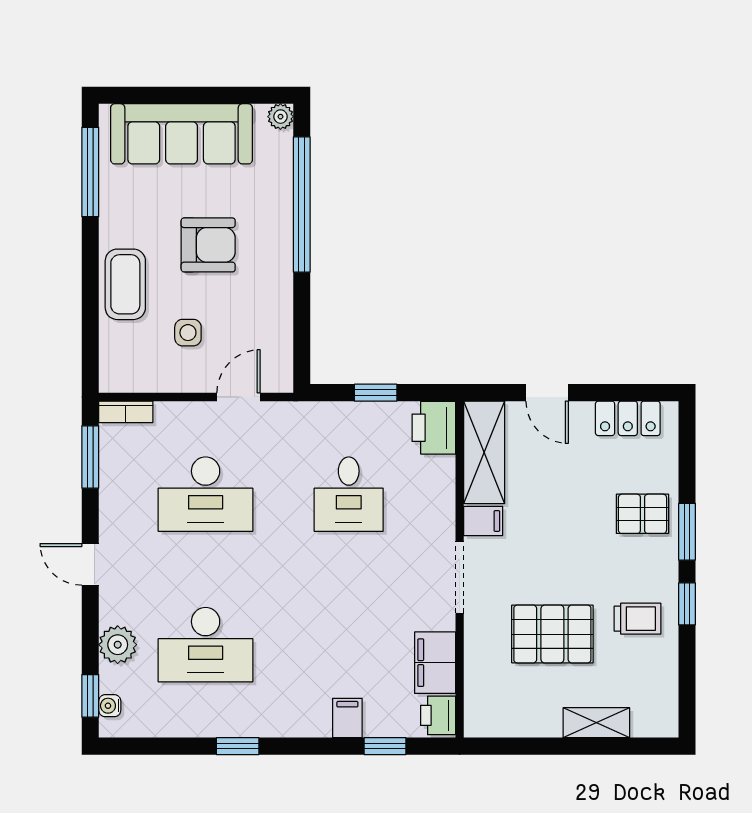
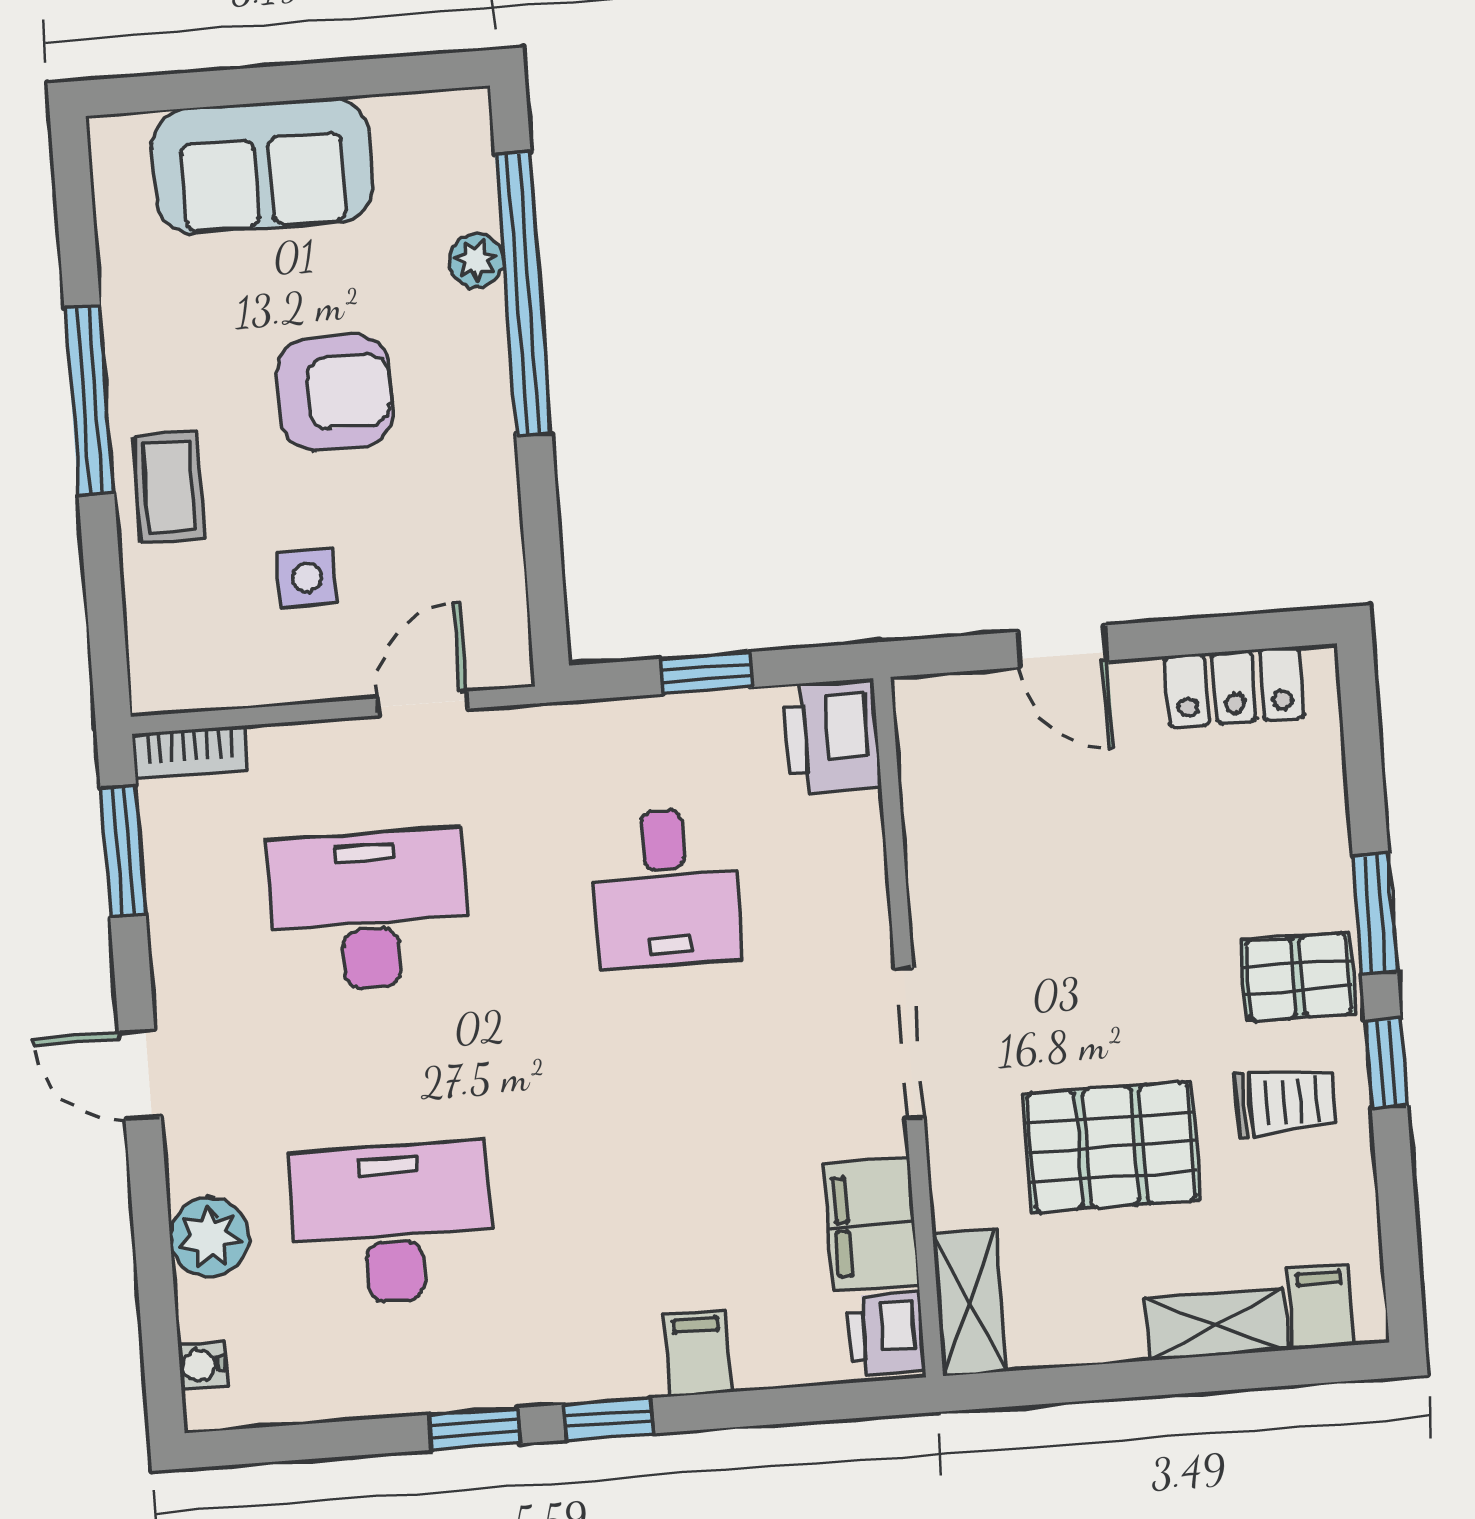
plant: (280, 117) -> (476, 261), moved
sofa: (182, 134) -> (262, 166), width x0.73
window: (90, 172) -> (89, 400), moved
coffee table: (125, 284) -> (169, 487), width x0.73, depth x0.77
shelving: (484, 452) -> (970, 1303), moved, width x0.67, depth x0.75
desk: (206, 494) -> (369, 910), turned 180
pallet: (642, 514) -> (1298, 977), moved
filing cabinet: (483, 521) -> (1321, 1307), moved, turned -90
desk: (206, 645) -> (392, 1223), turned 180
window: (90, 696) -> (160, 1348), removed
window: (385, 746) -> (609, 1419), moved

